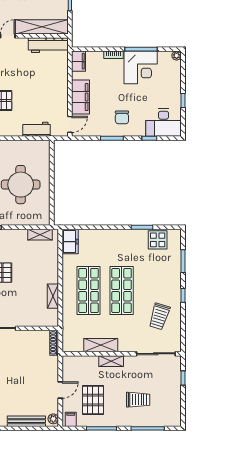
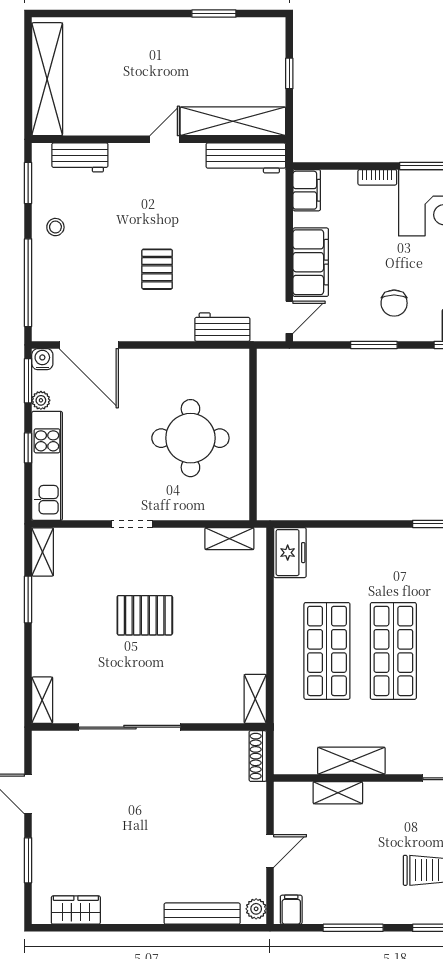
shelving: (53, 296) -> (255, 699), moved
shelving: (111, 361) -> (338, 793), moved
pallet: (93, 400) -> (336, 871), removed

